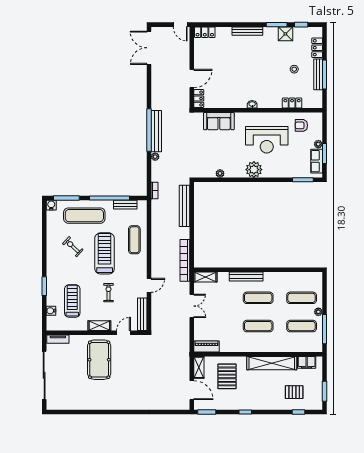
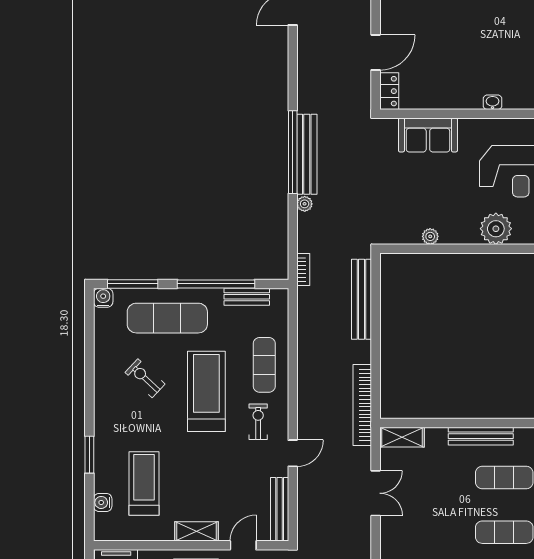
exercise bike: (108, 293) -> (258, 422), moved

